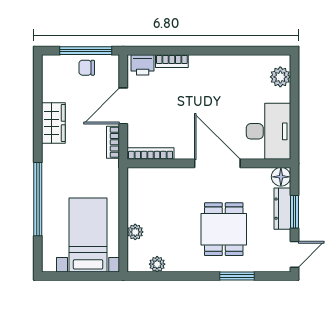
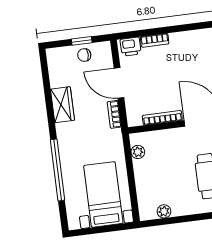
window: (86, 51) -> (82, 41), width x0.46
door: (123, 106) -> (119, 83), hinge flipped
bookcase: (151, 154) -> (162, 118), moved
plant: (135, 232) -> (138, 152), moved

